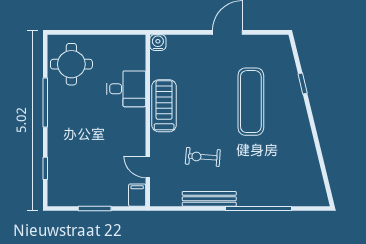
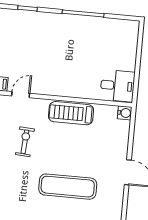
round table: (71, 64) -> (113, 38), removed
desk: (126, 89) -> (117, 86), moved, turned -90
treadmill: (164, 106) -> (71, 113), turned 180

